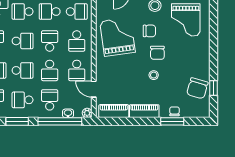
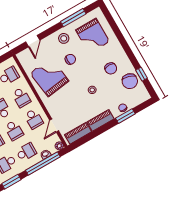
chair: (157, 53) -> (111, 68), moved
door: (94, 89) -> (54, 126), hinge flipped
school desk: (50, 100) -> (26, 152), turned 90

